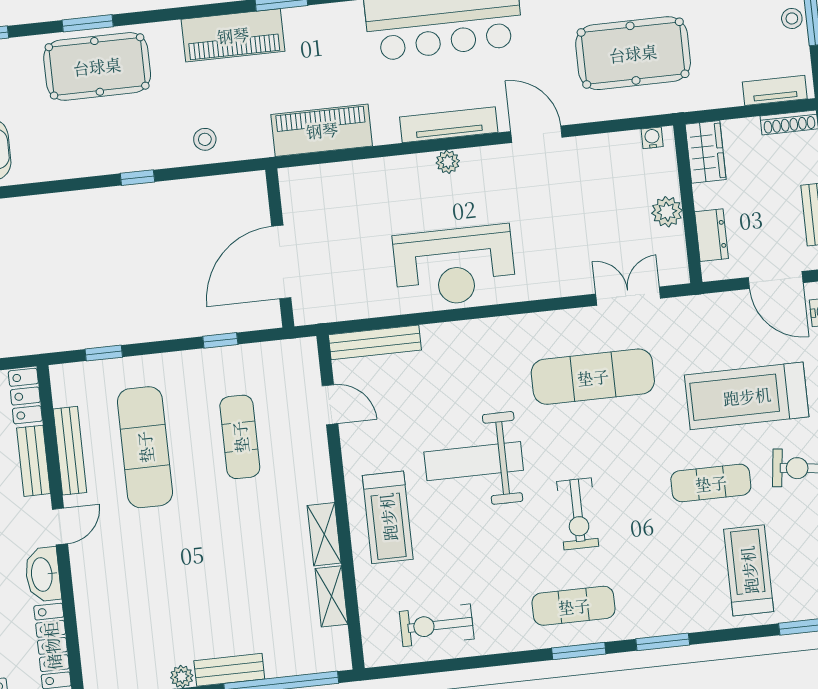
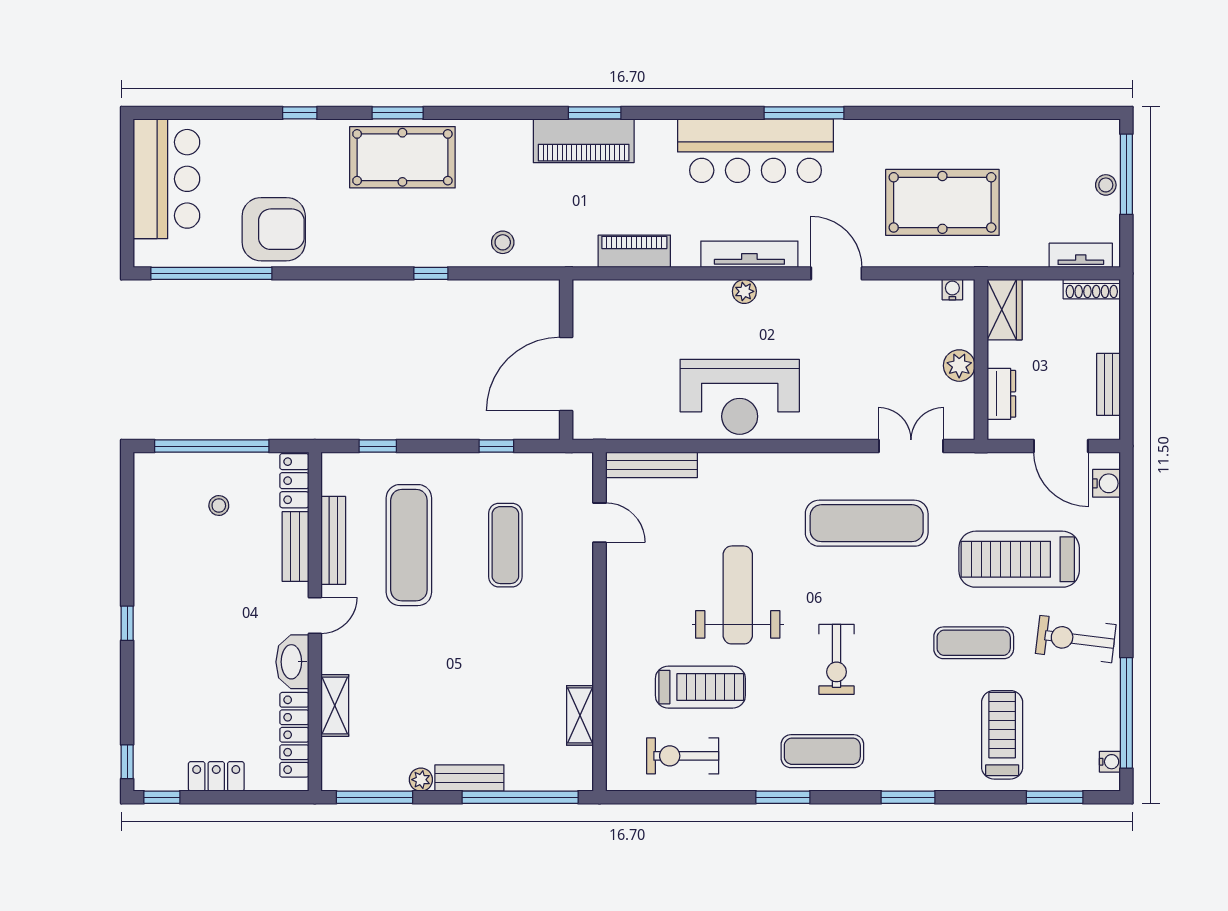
piano: (233, 35) -> (584, 141), moved
piano: (322, 130) -> (634, 251), width x0.73, depth x0.75
weight bench: (474, 461) -> (738, 595), turned 90
treadmill: (388, 517) -> (700, 687), moved, turned -90
shelving: (324, 534) -> (335, 705), moved
window: (579, 651) -> (783, 797), moved

